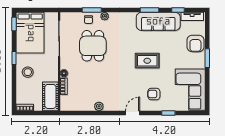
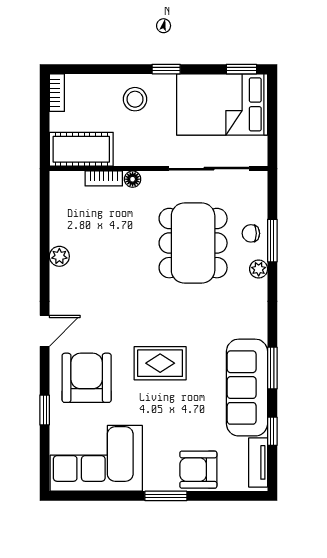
dining table: (93, 46) -> (193, 243), width x1.37
rug: (147, 61) -> (160, 363), turned 90
armchair: (154, 94) -> (87, 378), width x1.88, depth x1.88
door: (133, 113) -> (45, 331), hinge flipped

